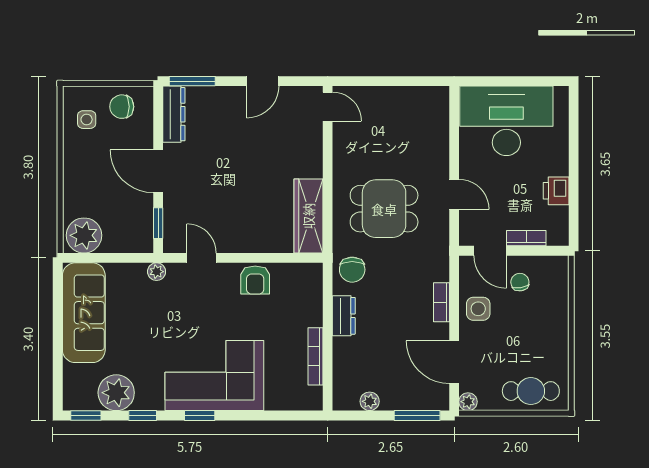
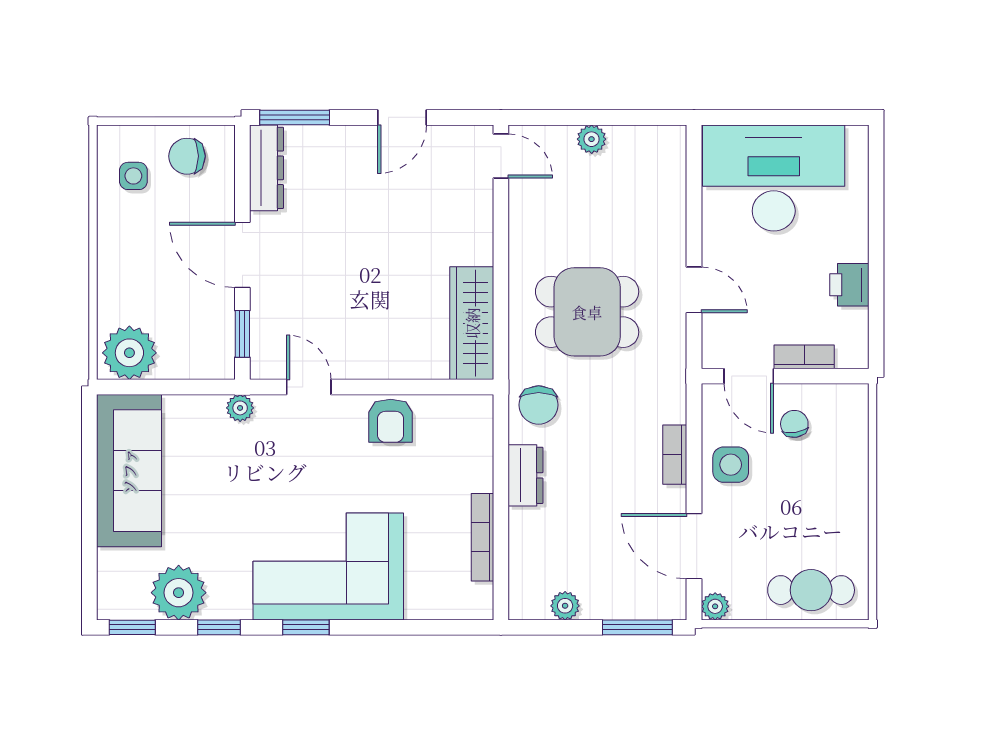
plant: (387, 95) -> (592, 139), added

